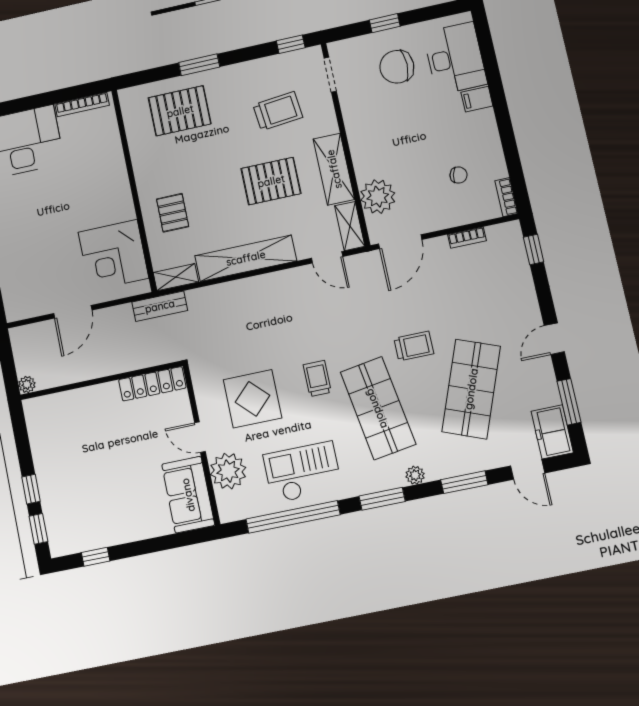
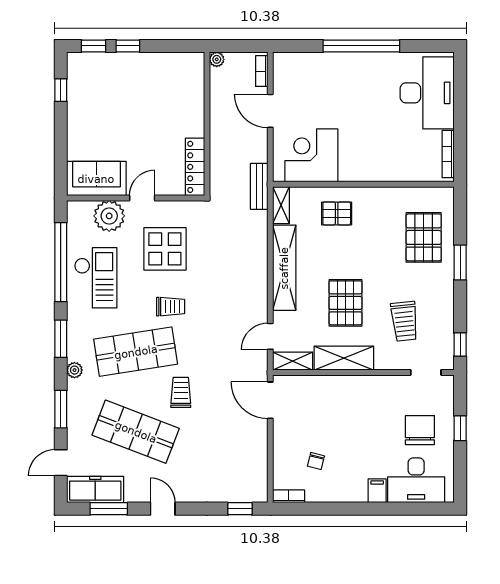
plant: (378, 197) -> (312, 390), removed
bookcase: (467, 238) -> (262, 71), moved
trolley: (414, 346) -> (181, 392), turned 180
freezer: (552, 432) -> (95, 490), width x1.40

